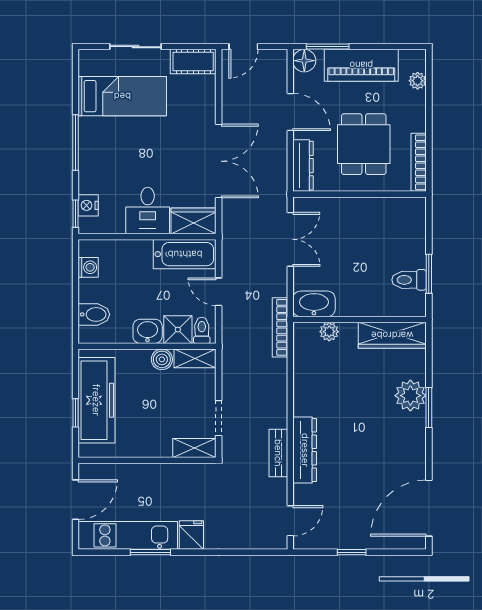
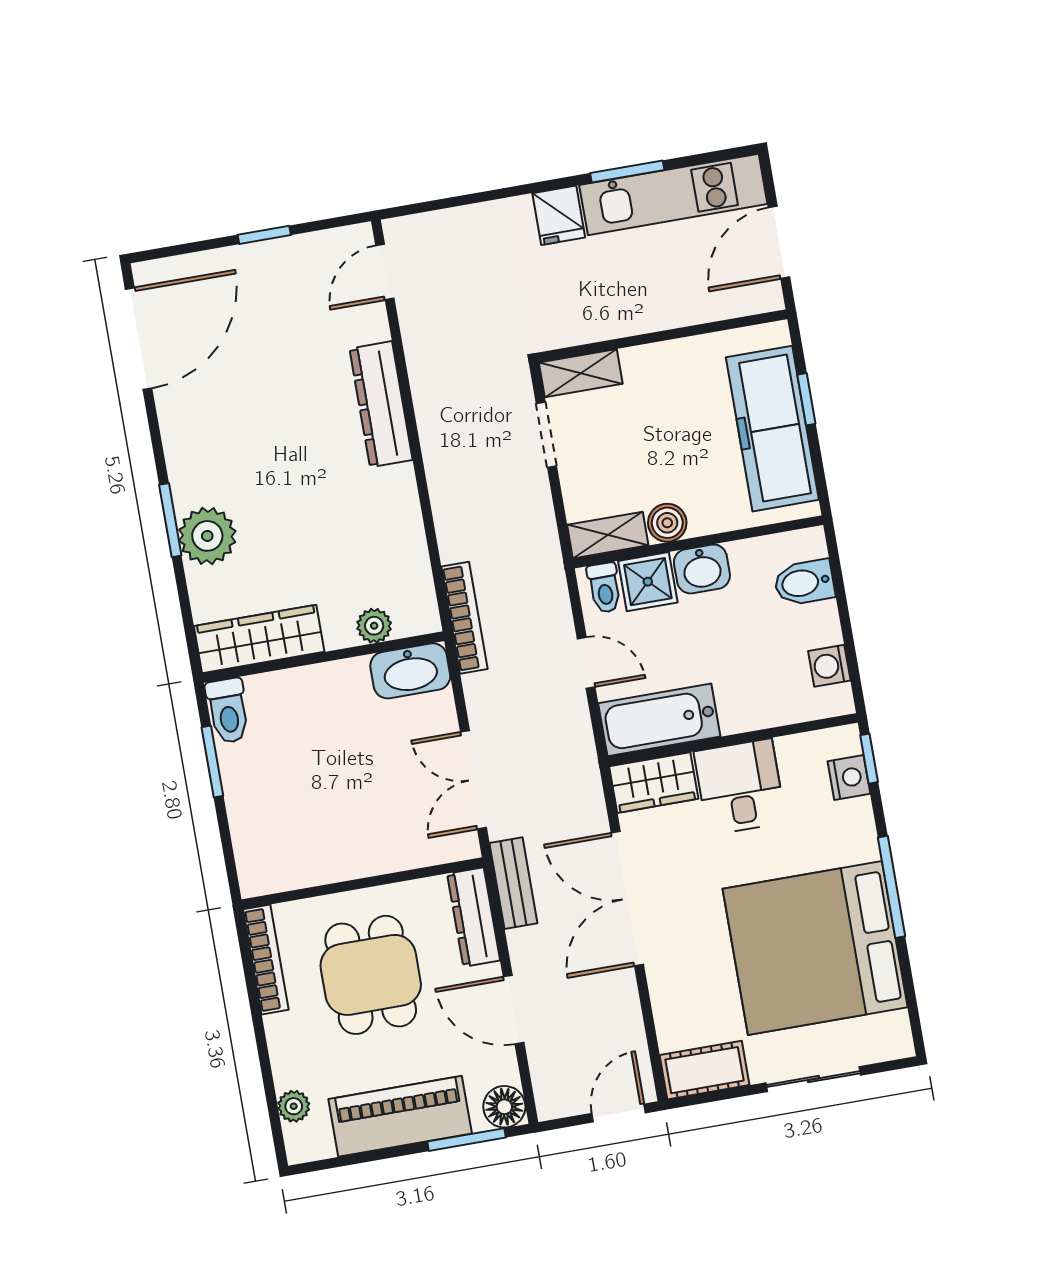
bed: (122, 96) -> (815, 948), width x2.04
toilet: (409, 280) -> (228, 711), moved, turned 90
bench: (278, 453) -> (513, 883), moved

